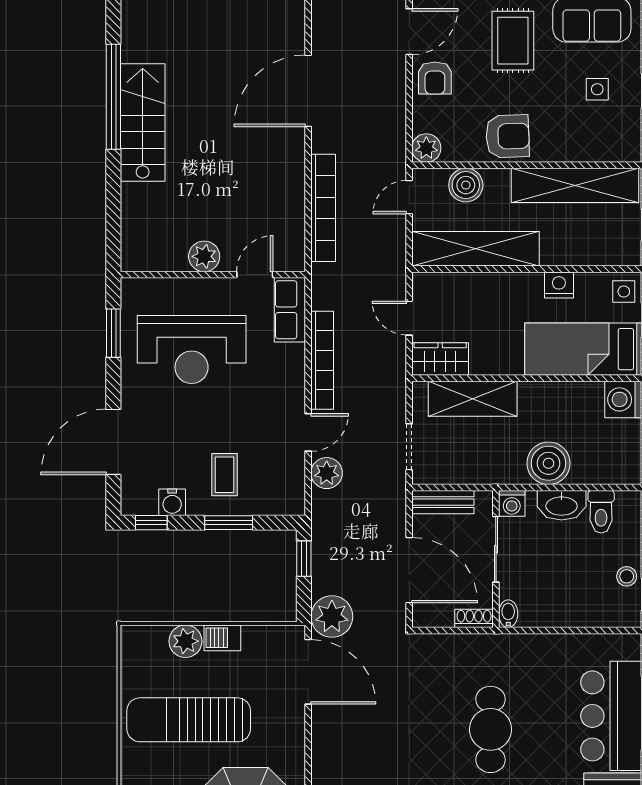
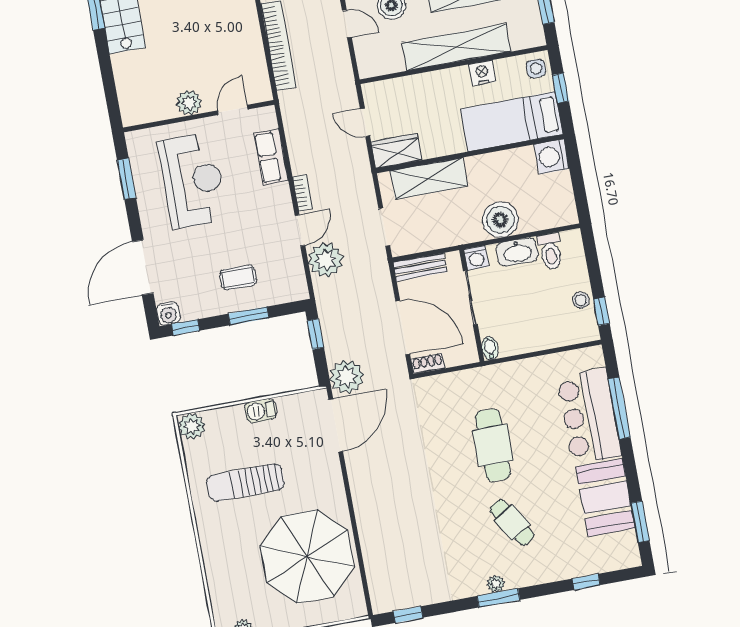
door: (409, 197) -> (347, 24), swing flipped
shelving: (475, 249) -> (456, 47), moved
row of seats: (290, 310) -> (271, 157), moved
reception desk: (192, 350) -> (193, 180), turned -90
bookcase: (322, 360) -> (303, 193), width x0.43, depth x0.76
plant: (327, 473) -> (326, 260), width x1.36, depth x1.36
coffee table: (224, 475) -> (238, 277), turned 90
water cooler: (172, 502) -> (168, 313), moved
shoe rack: (474, 618) -> (428, 364), moved
plant: (185, 641) -> (192, 426), moved
door: (308, 672) -> (336, 425), hinge flipped
sun lounger: (189, 720) -> (246, 482), width x0.73, depth x0.75

